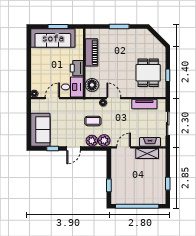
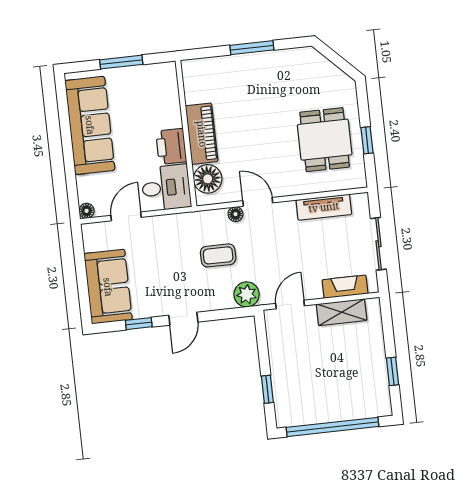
sofa: (53, 38) -> (90, 125), moved, turned -90
piano: (91, 52) -> (202, 134), moved
plant: (92, 141) -> (220, 298), removed

